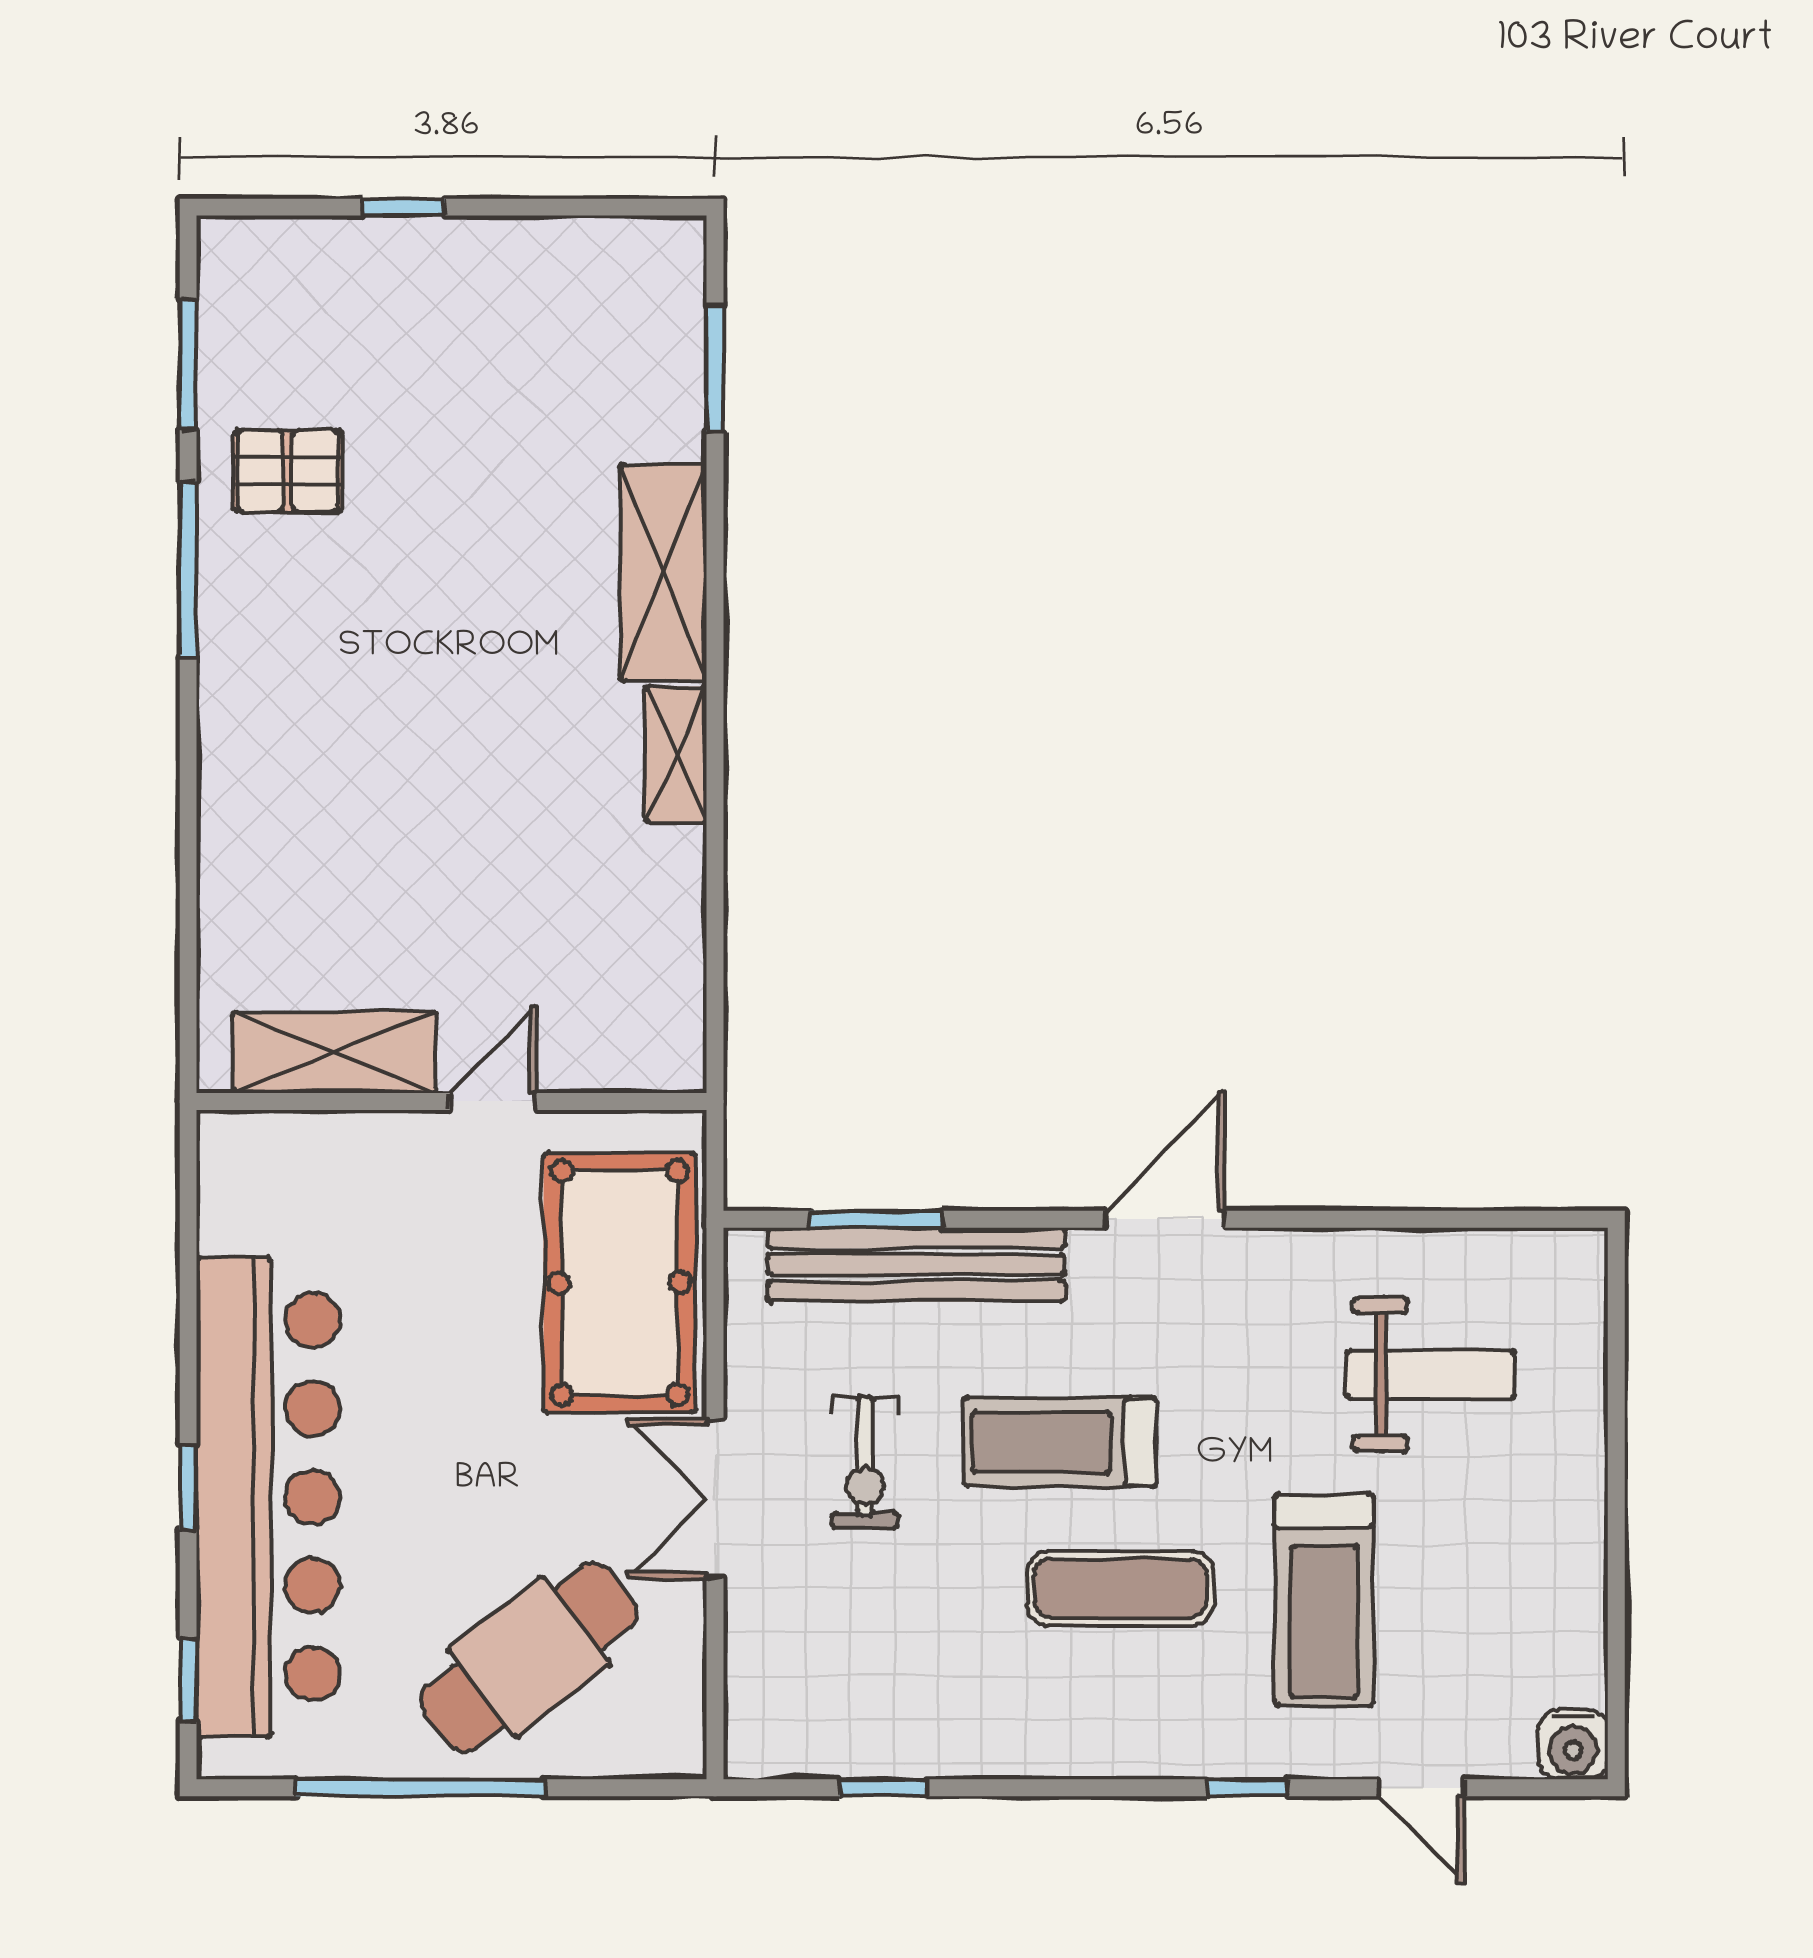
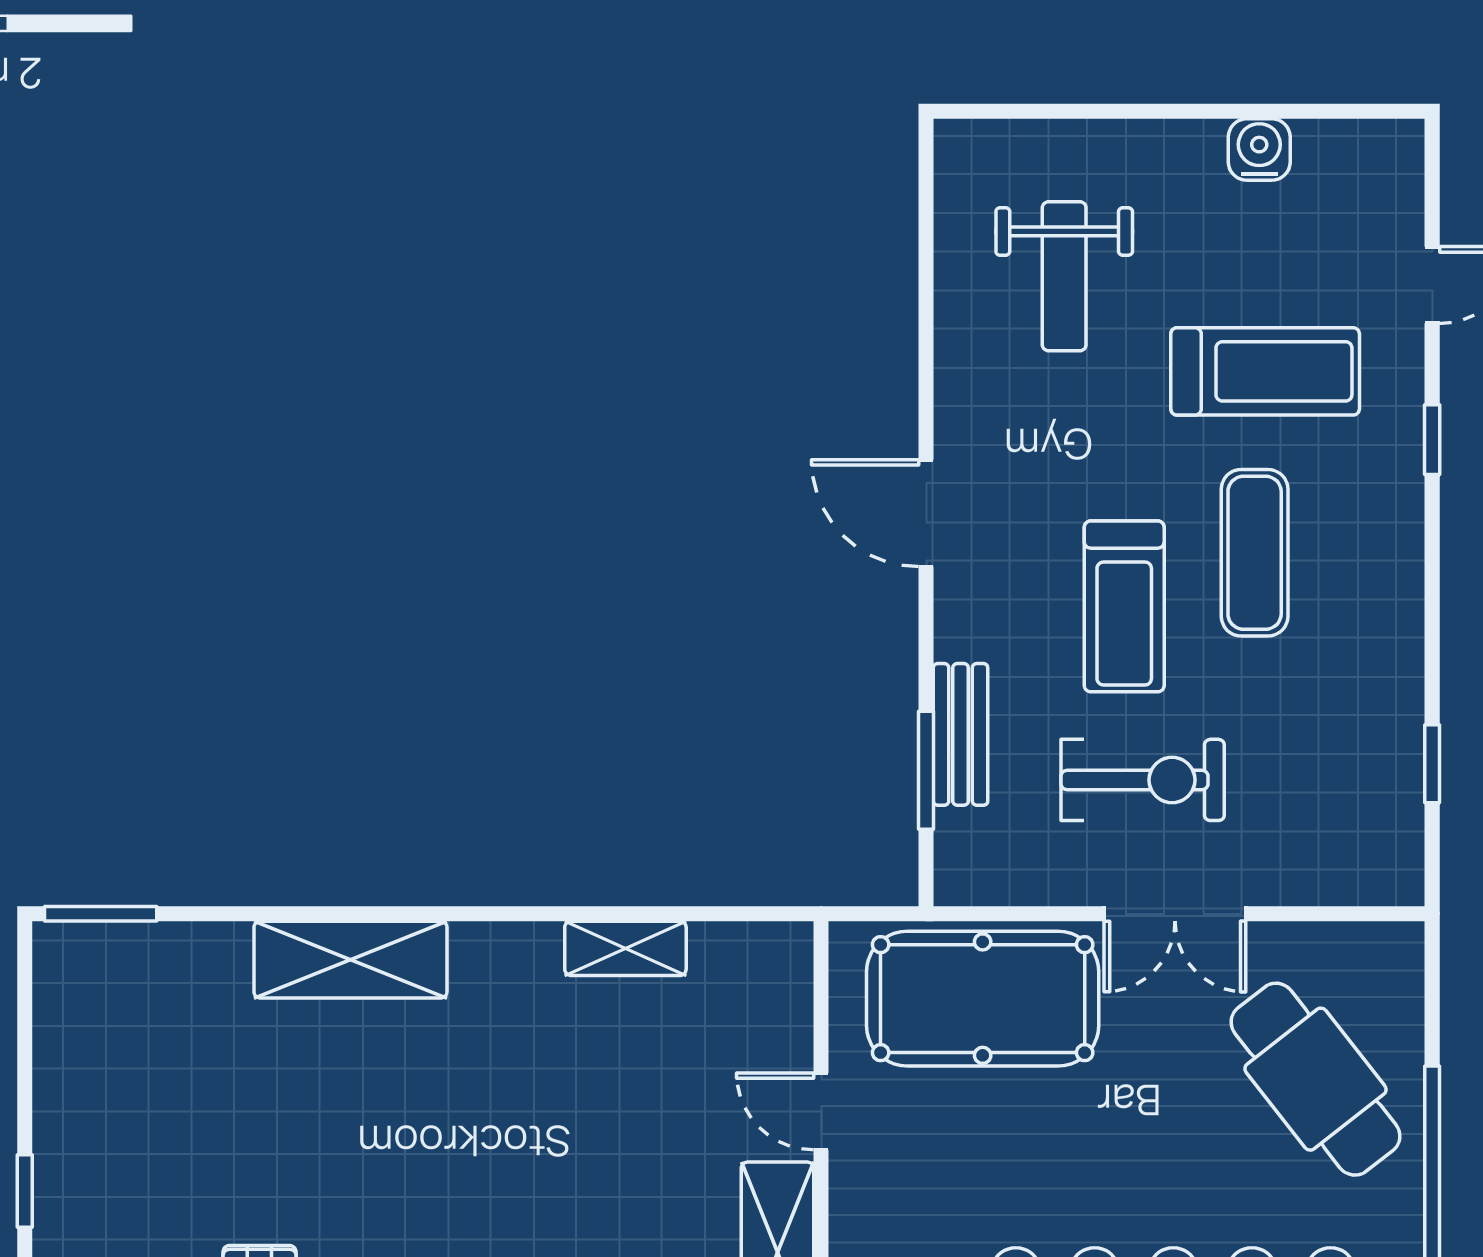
window: (715, 369) -> (101, 914), moved
shelving: (676, 755) -> (625, 948), moved
bench: (916, 1265) -> (961, 734), width x0.54, depth x0.82
weight bench: (1431, 1374) -> (1064, 276), turned 180
exercise bike: (865, 1463) -> (1143, 780), width x1.38, depth x1.39
water cooler: (1573, 1745) -> (1259, 150), moved, turned -90

